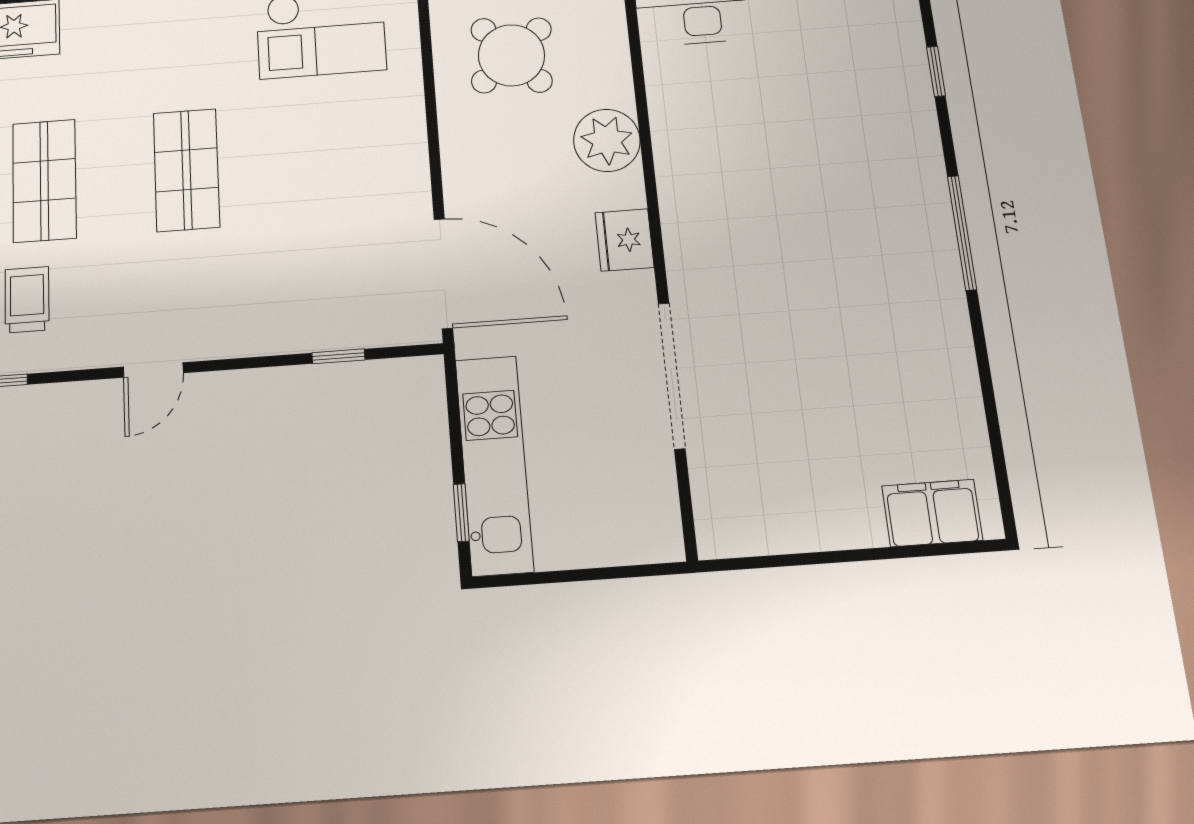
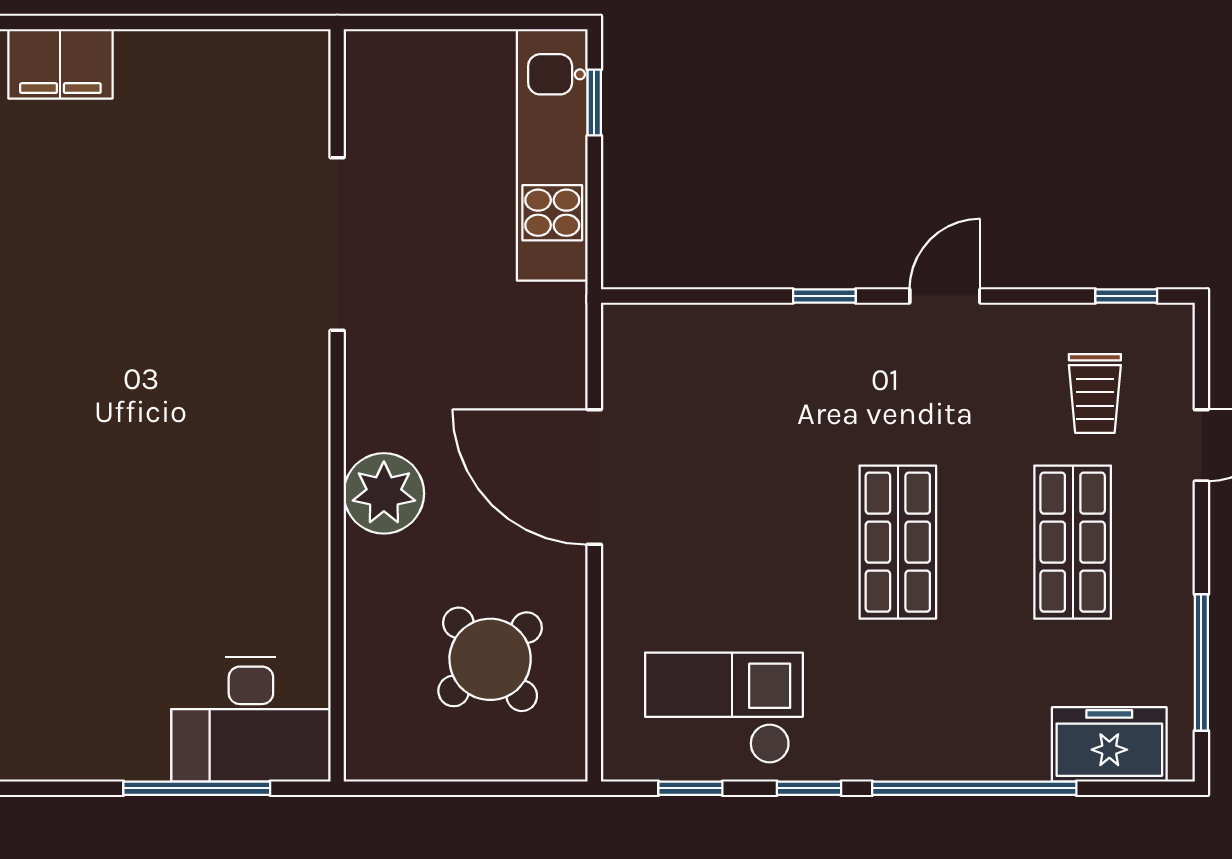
plant: (607, 140) -> (384, 493), moved
fridge: (624, 240) -> (375, 412), removed
door: (443, 273) -> (594, 477), moved
window: (338, 356) -> (824, 296), moved

